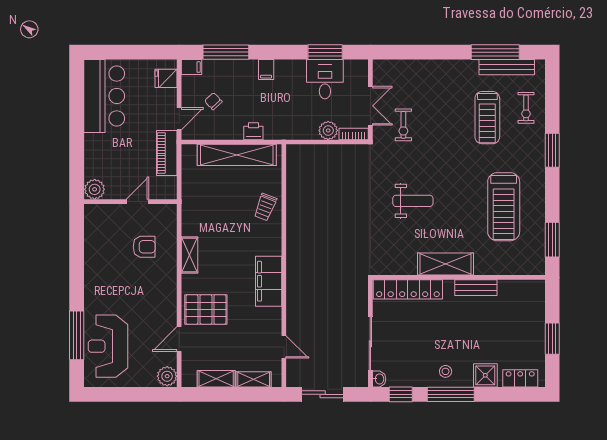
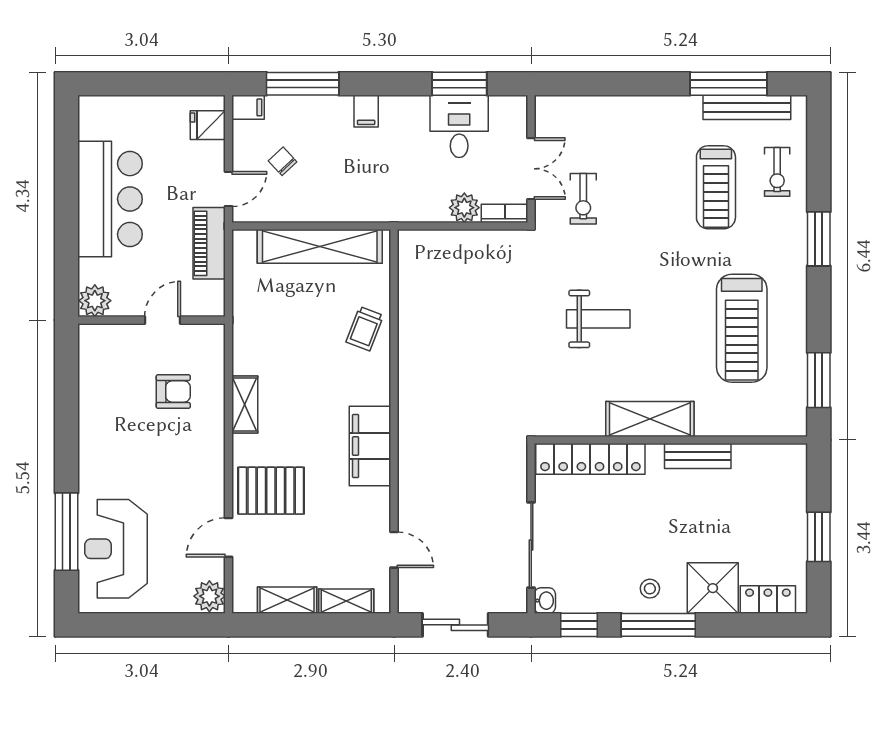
bar counter: (104, 96) -> (110, 199), moved
printer: (253, 131) -> (346, 209), removed
shower: (485, 375) -> (713, 588), width x1.36, depth x1.36

